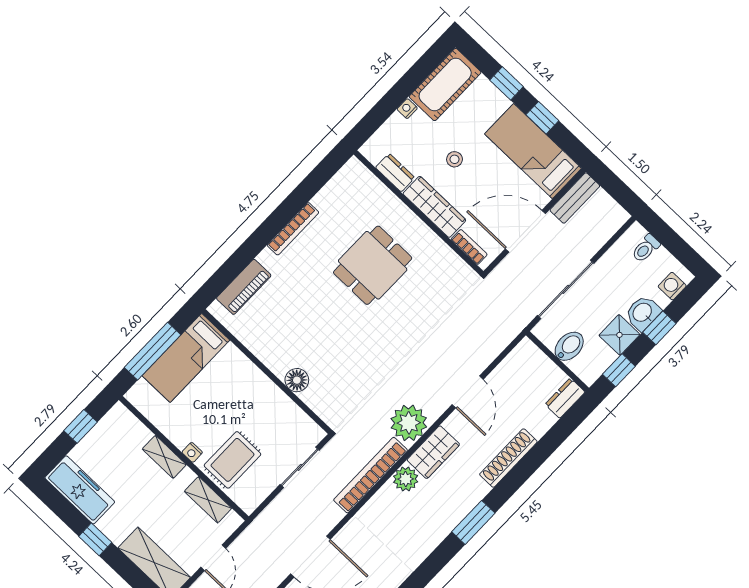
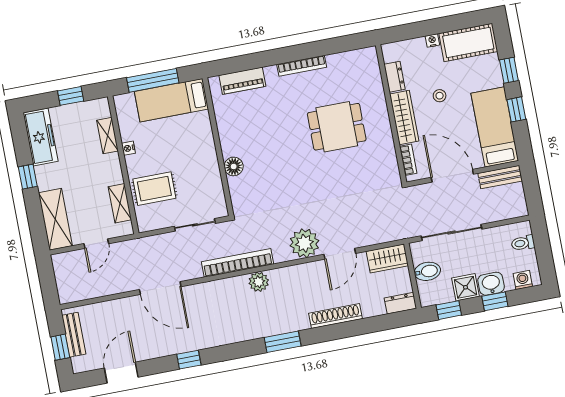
plant: (409, 423) -> (304, 243), moved
nightstand: (192, 452) -> (128, 148), moved
wardrobe: (433, 452) -> (387, 258), moved
shelving: (164, 457) -> (108, 136), moved

